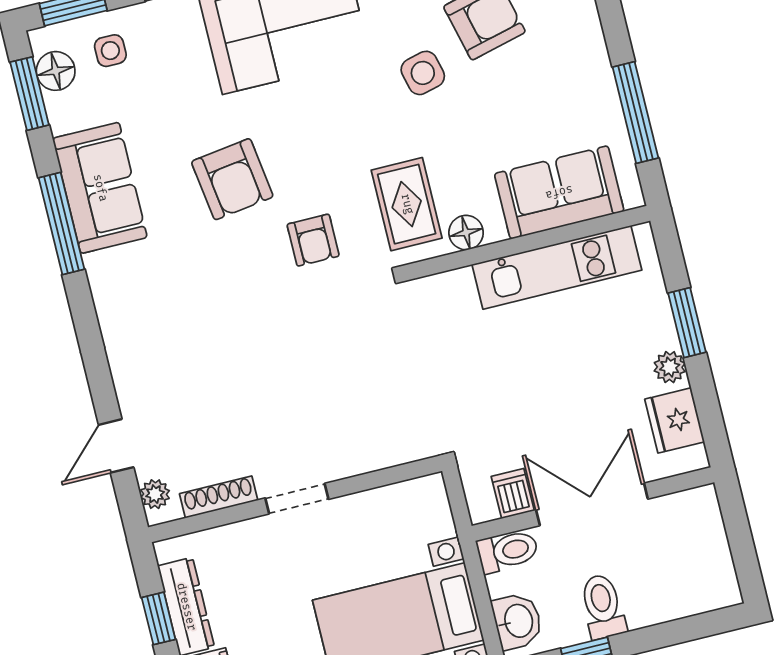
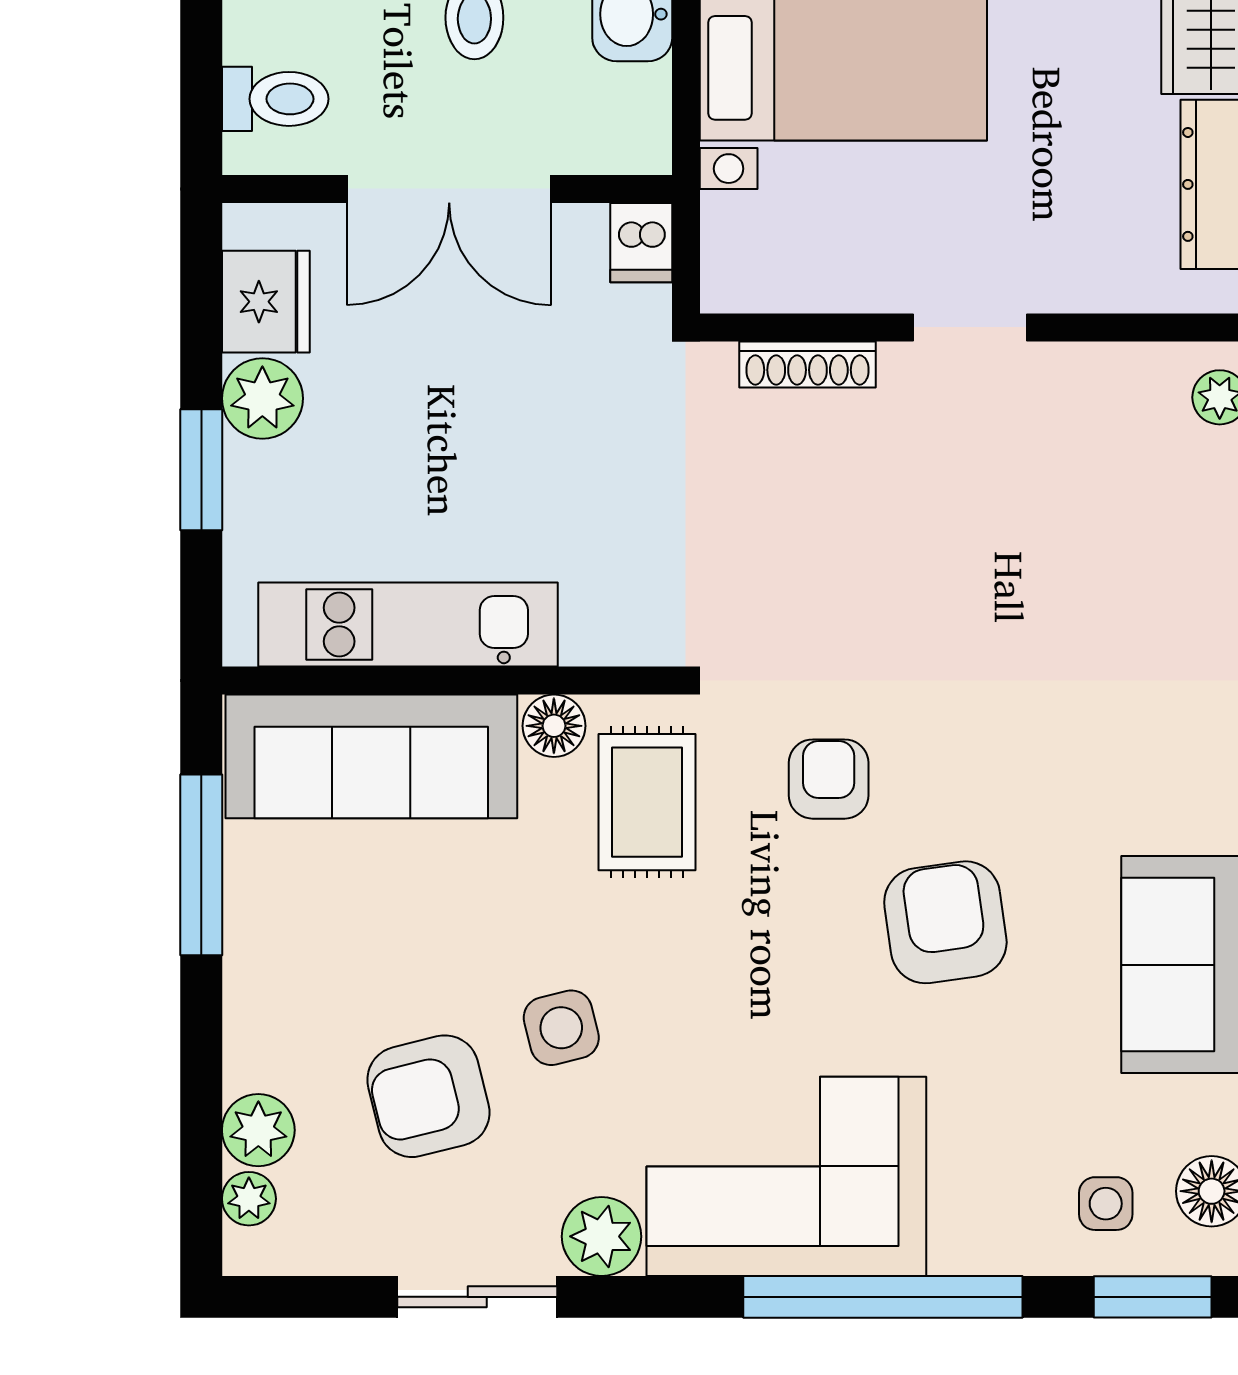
sofa: (559, 192) -> (371, 756), width x1.36
plant: (670, 367) -> (262, 398), width x1.38, depth x1.38
dishwasher: (513, 494) -> (641, 243), moved
shoe rack: (219, 497) -> (808, 364), moved
toilet: (508, 551) -> (275, 99), moved, turned 180

